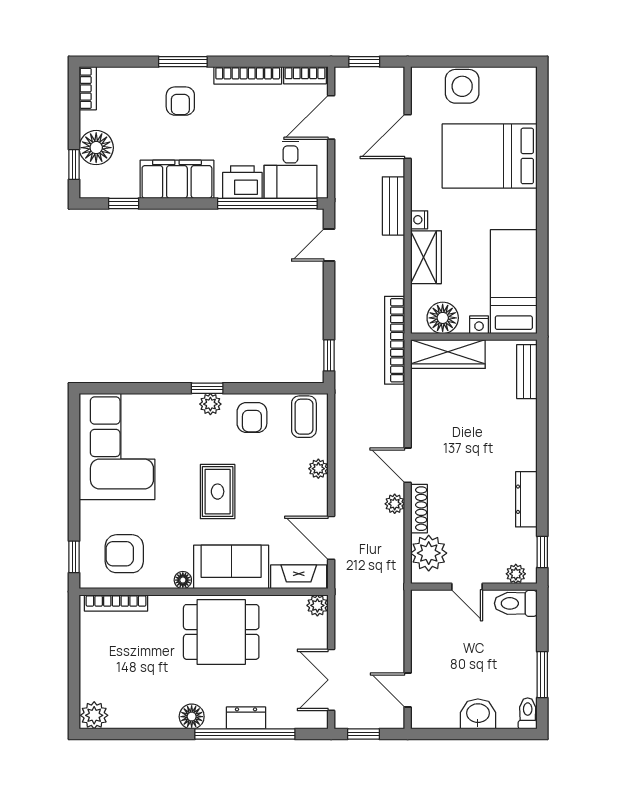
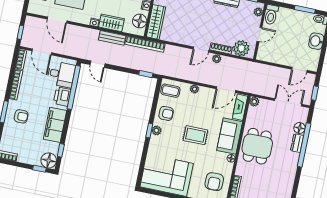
floor lamp: (96, 148) -> (49, 160), moved
bench: (393, 206) -> (112, 38), moved
double door: (331, 680) -> (288, 102), swing flipped
floor lamp: (192, 717) -> (300, 128), moved

